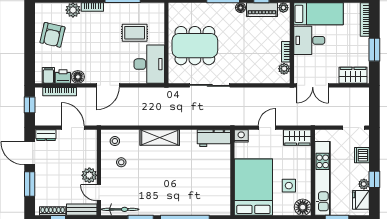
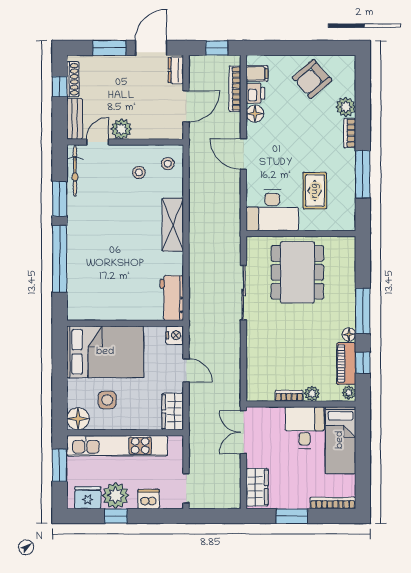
armchair: (52, 35) -> (312, 79), turned -54
plant: (284, 69) -> (312, 394), moved
plant: (364, 184) -> (116, 496), width x1.88, depth x1.88

